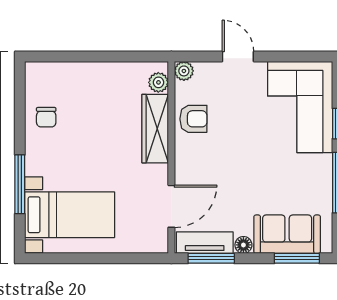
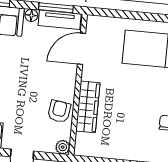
plant: (158, 82) -> (82, 141), removed
armchair: (193, 119) -> (59, 111), turned 98

